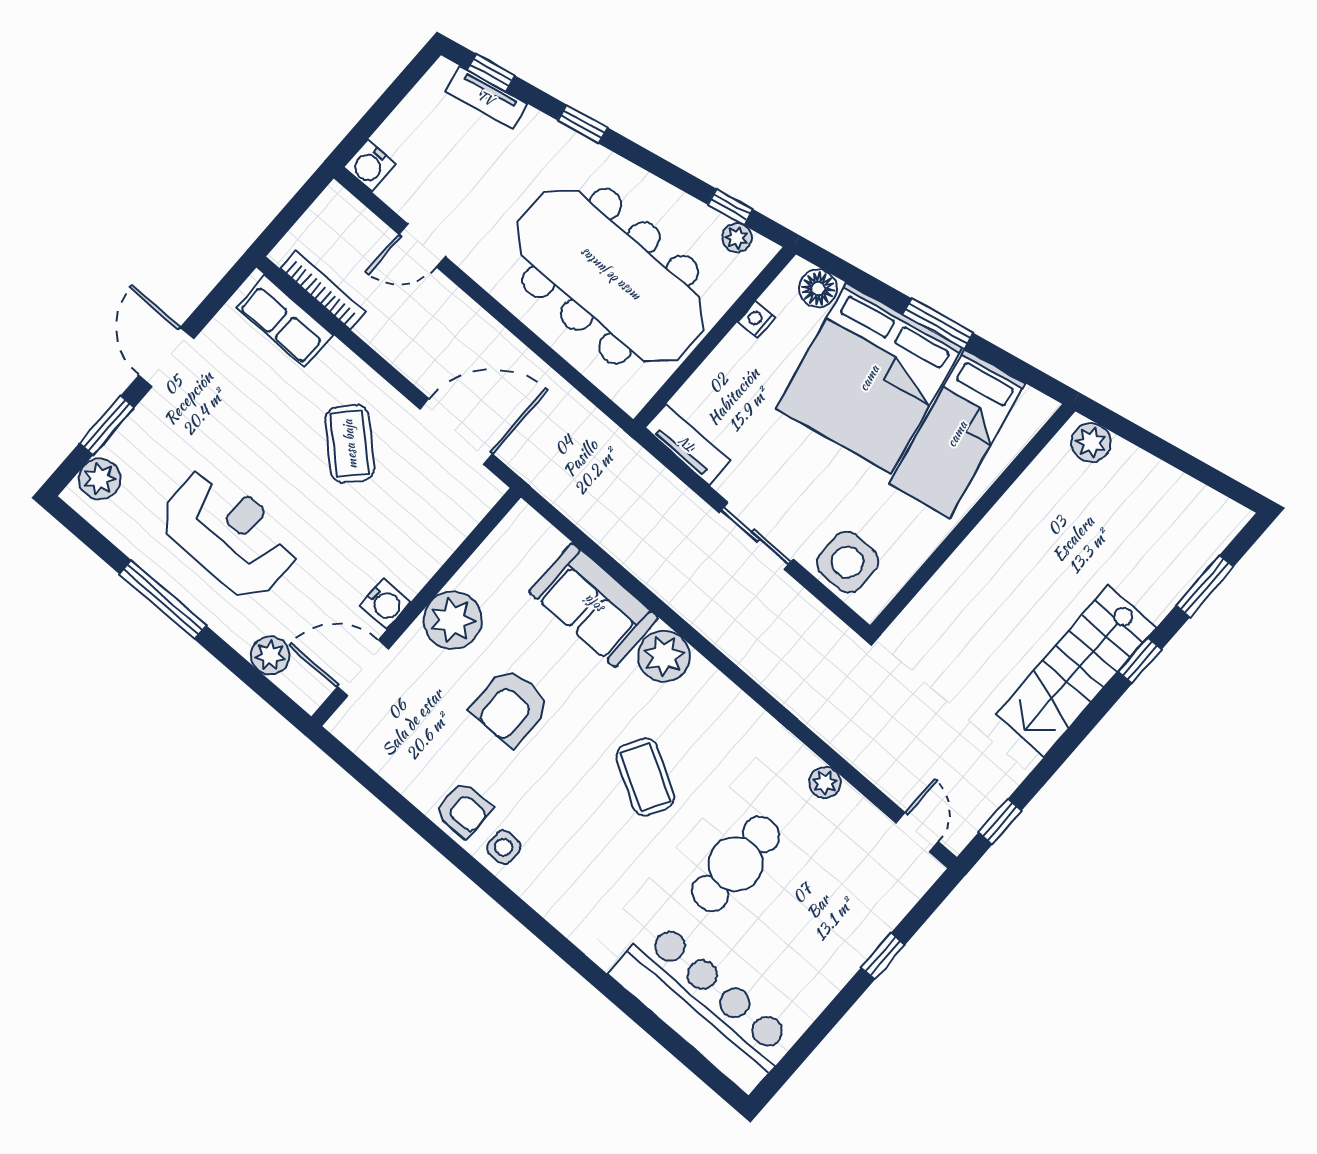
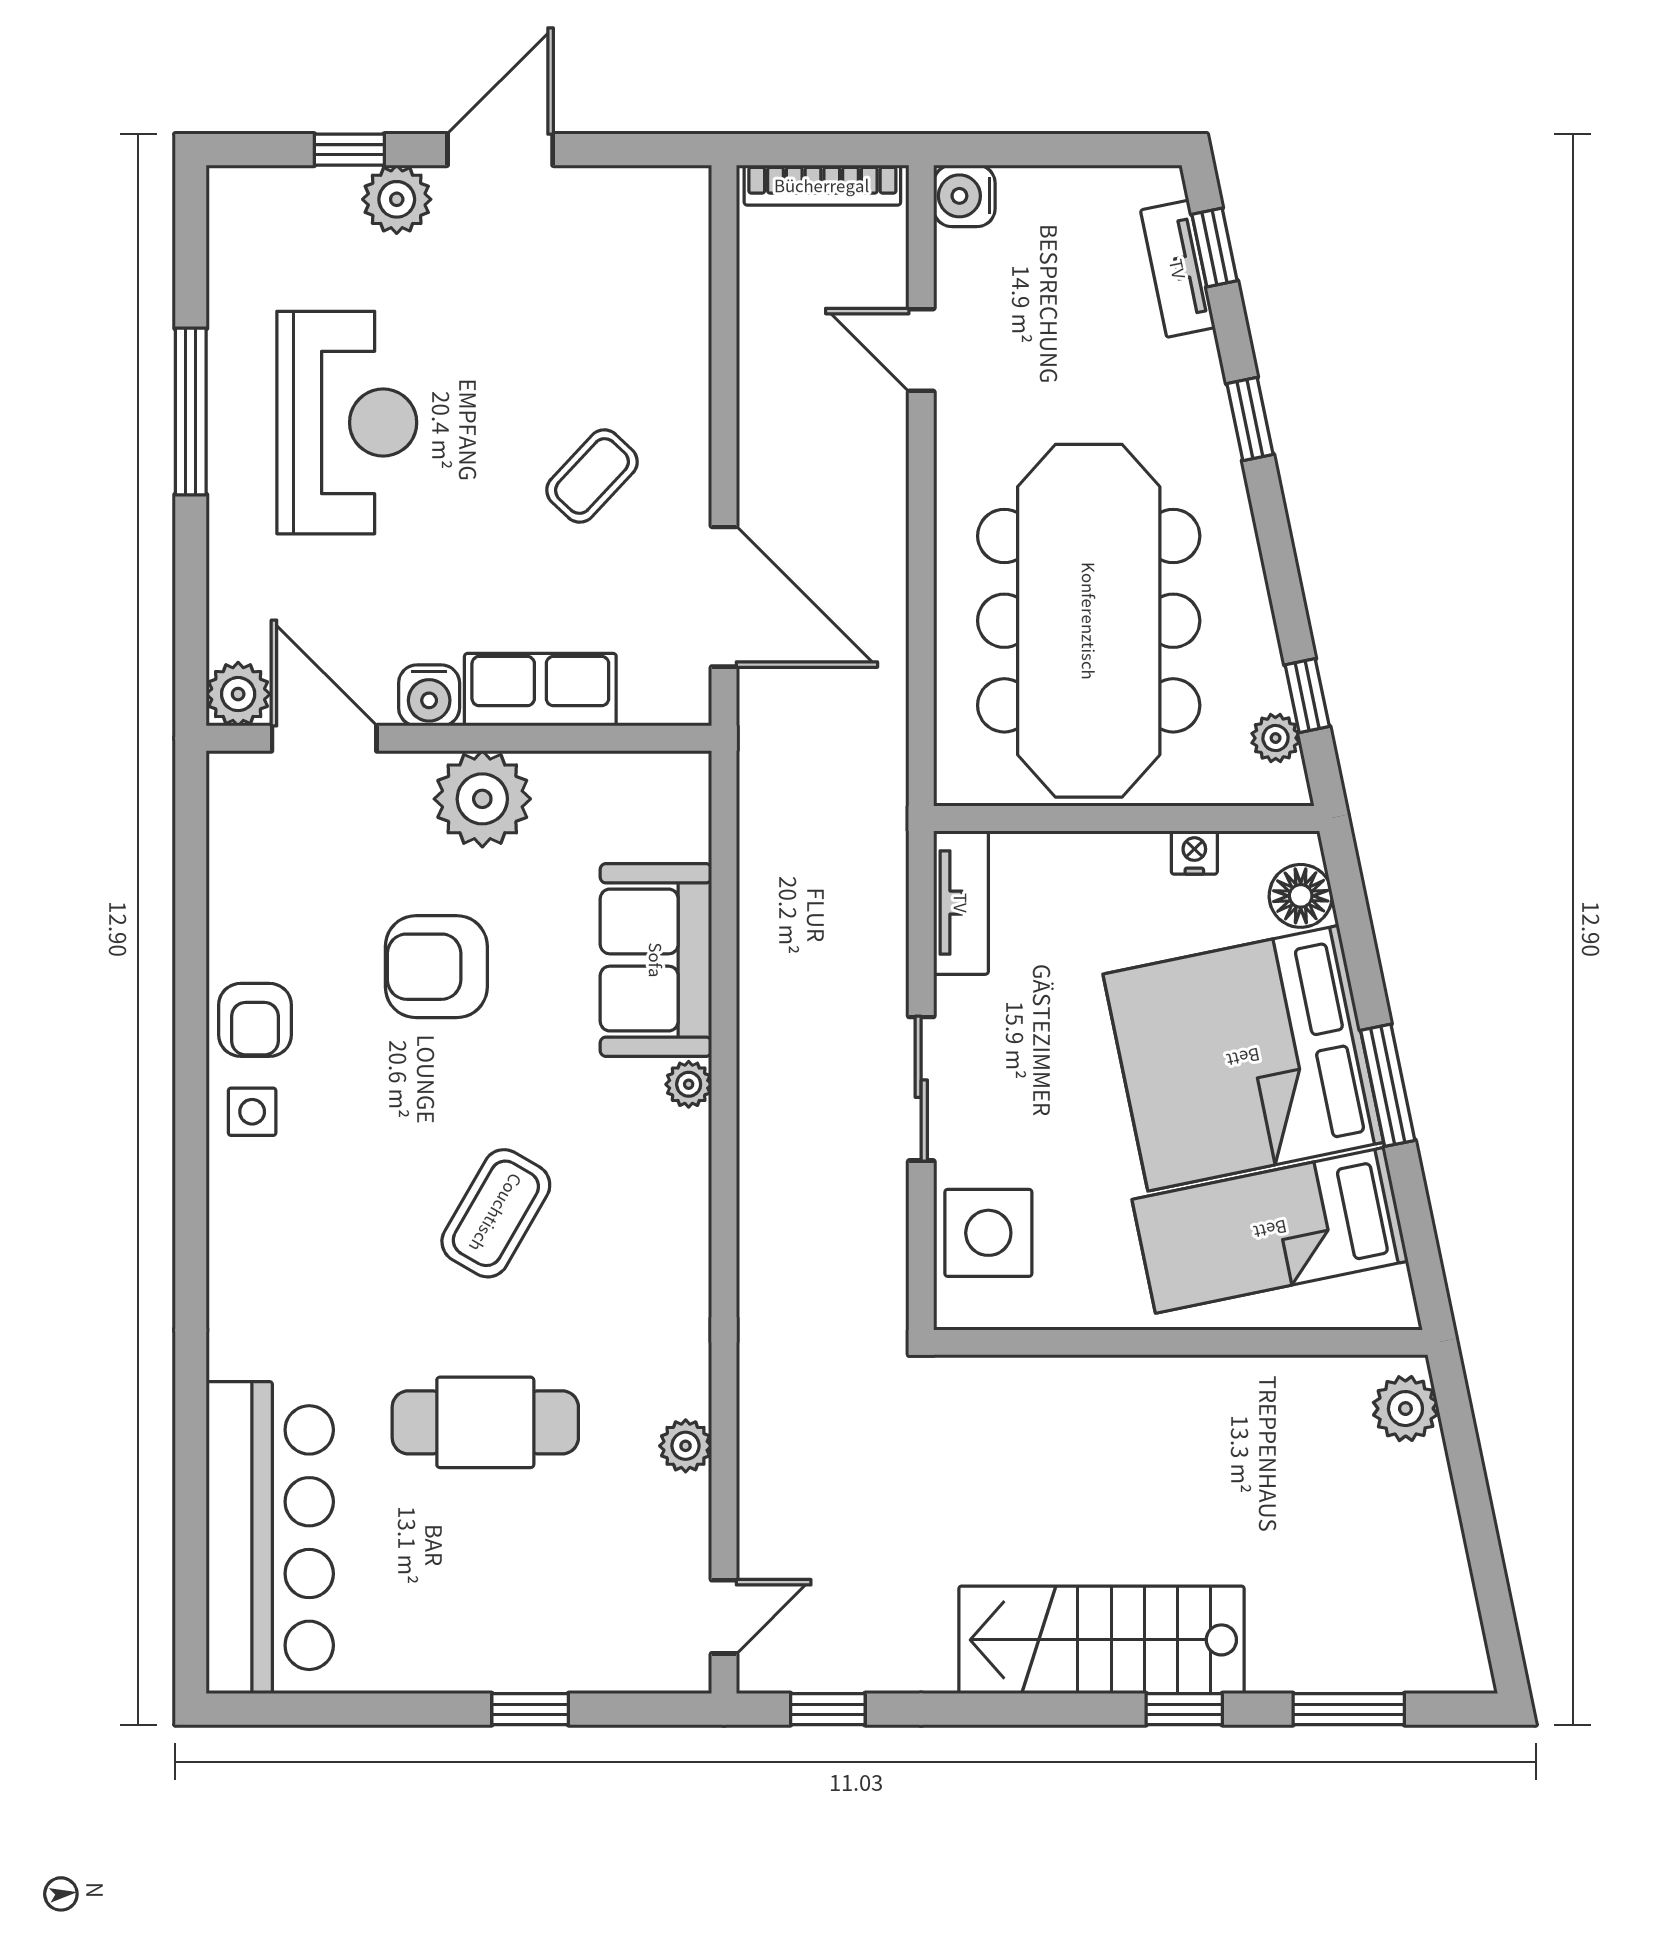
bookcase: (323, 290) -> (822, 185), moved, turned 90
row of seats: (284, 321) -> (540, 690), moved, turned 90
window: (107, 425) -> (349, 150), width x0.67
coffee table: (350, 444) -> (592, 476), width x0.73, depth x0.77
plant: (100, 479) -> (397, 199), moved
plant: (270, 655) -> (238, 694), moved
plant: (664, 656) -> (689, 1084), width x0.53, depth x0.53

